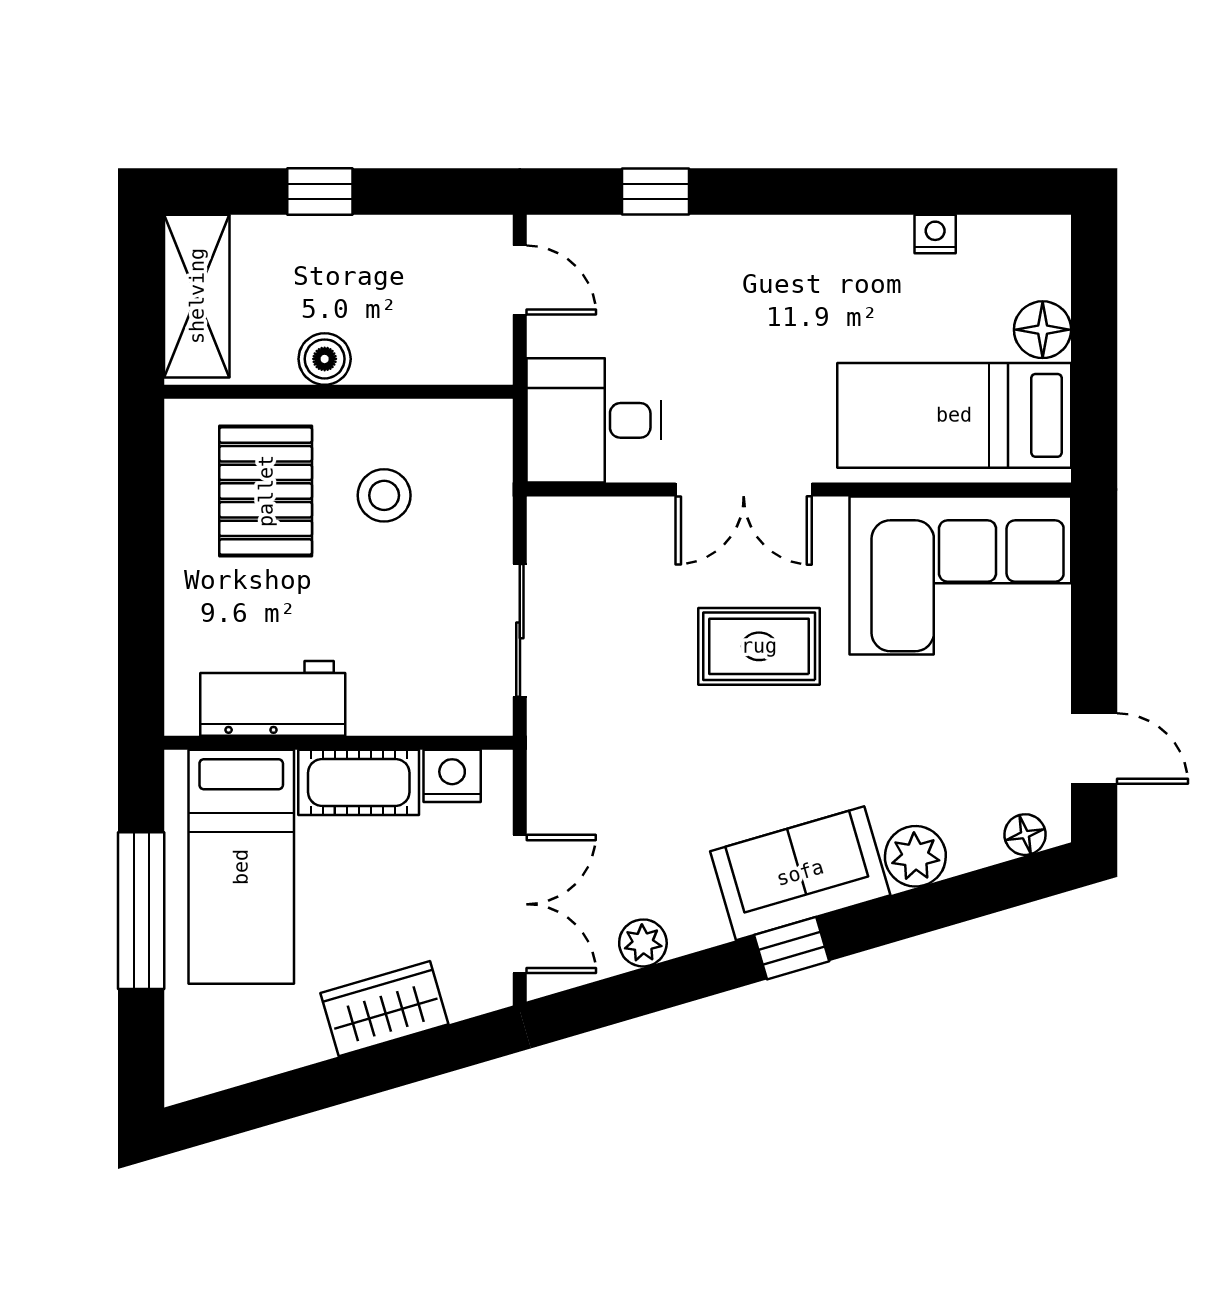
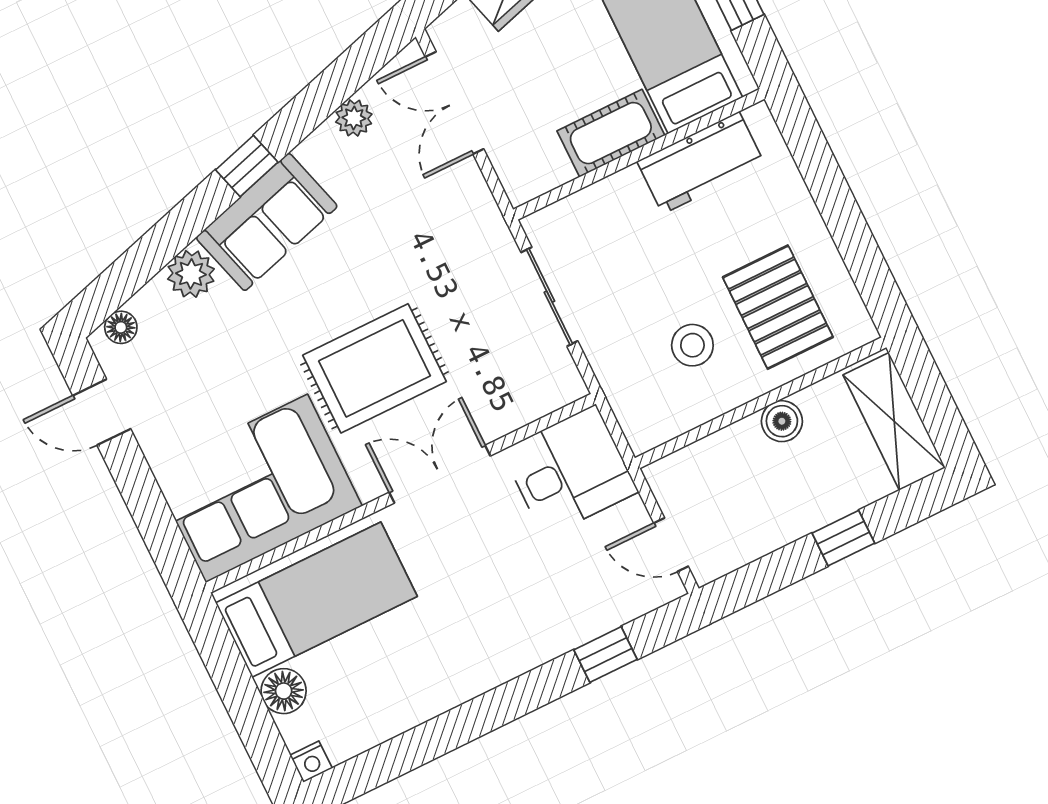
nightstand: (935, 234) -> (311, 762), moved
rug: (759, 646) -> (375, 368), width x1.36, depth x1.43
nightstand: (452, 776) -> (547, 170), removed

